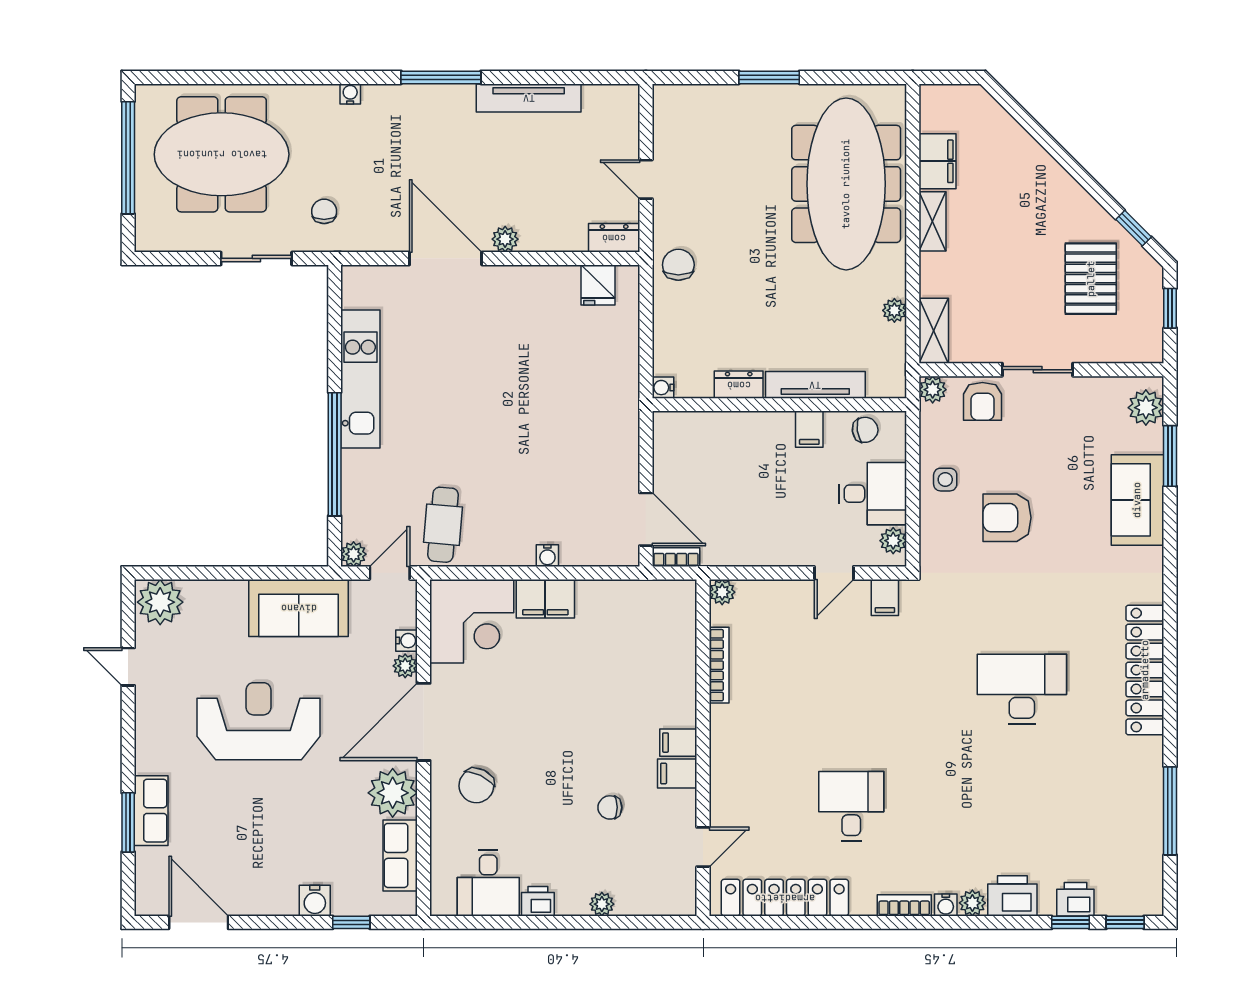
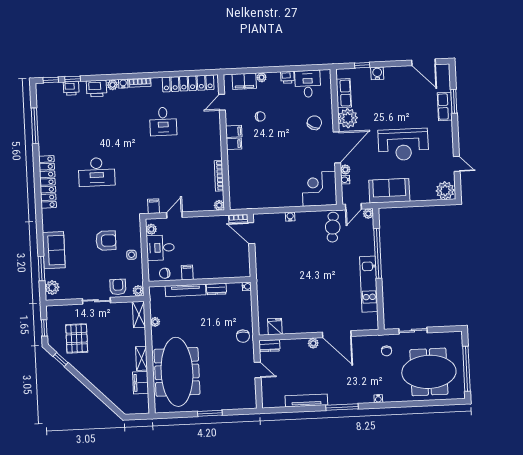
filing cabinet: (545, 599) -> (244, 81), moved, turned 180

